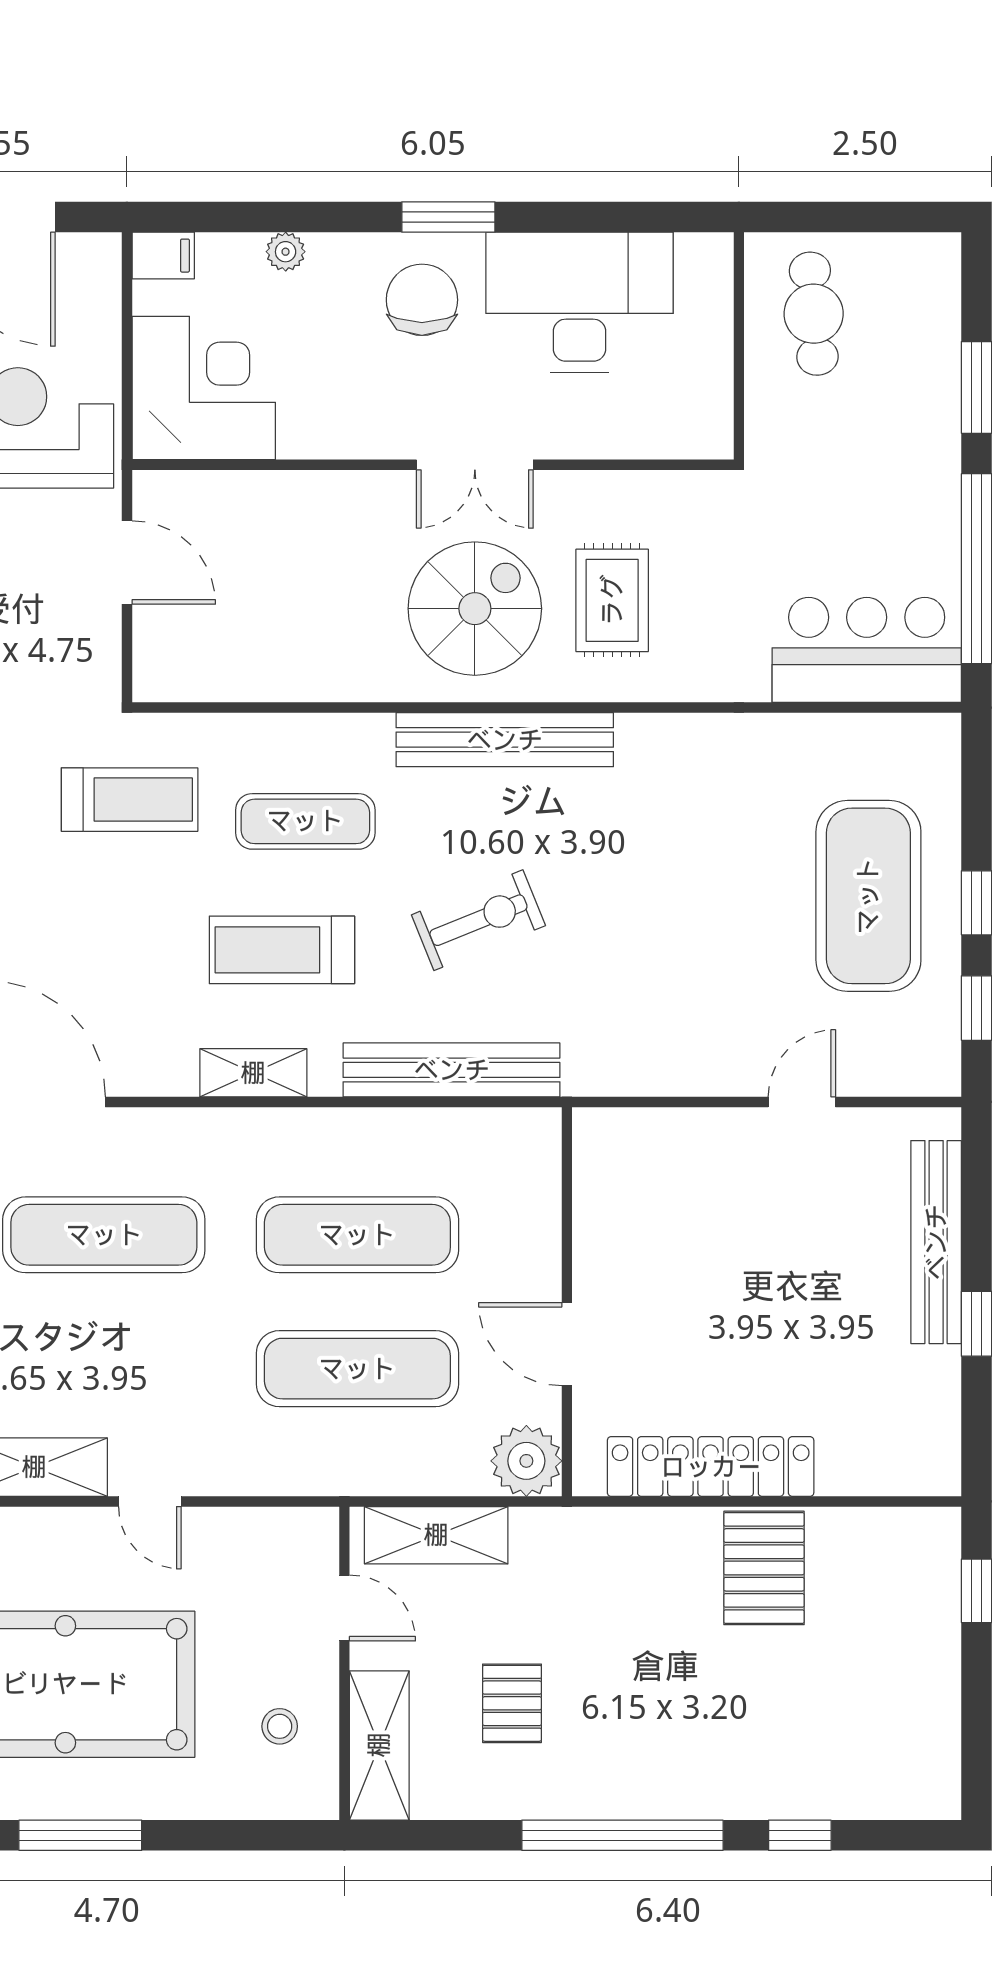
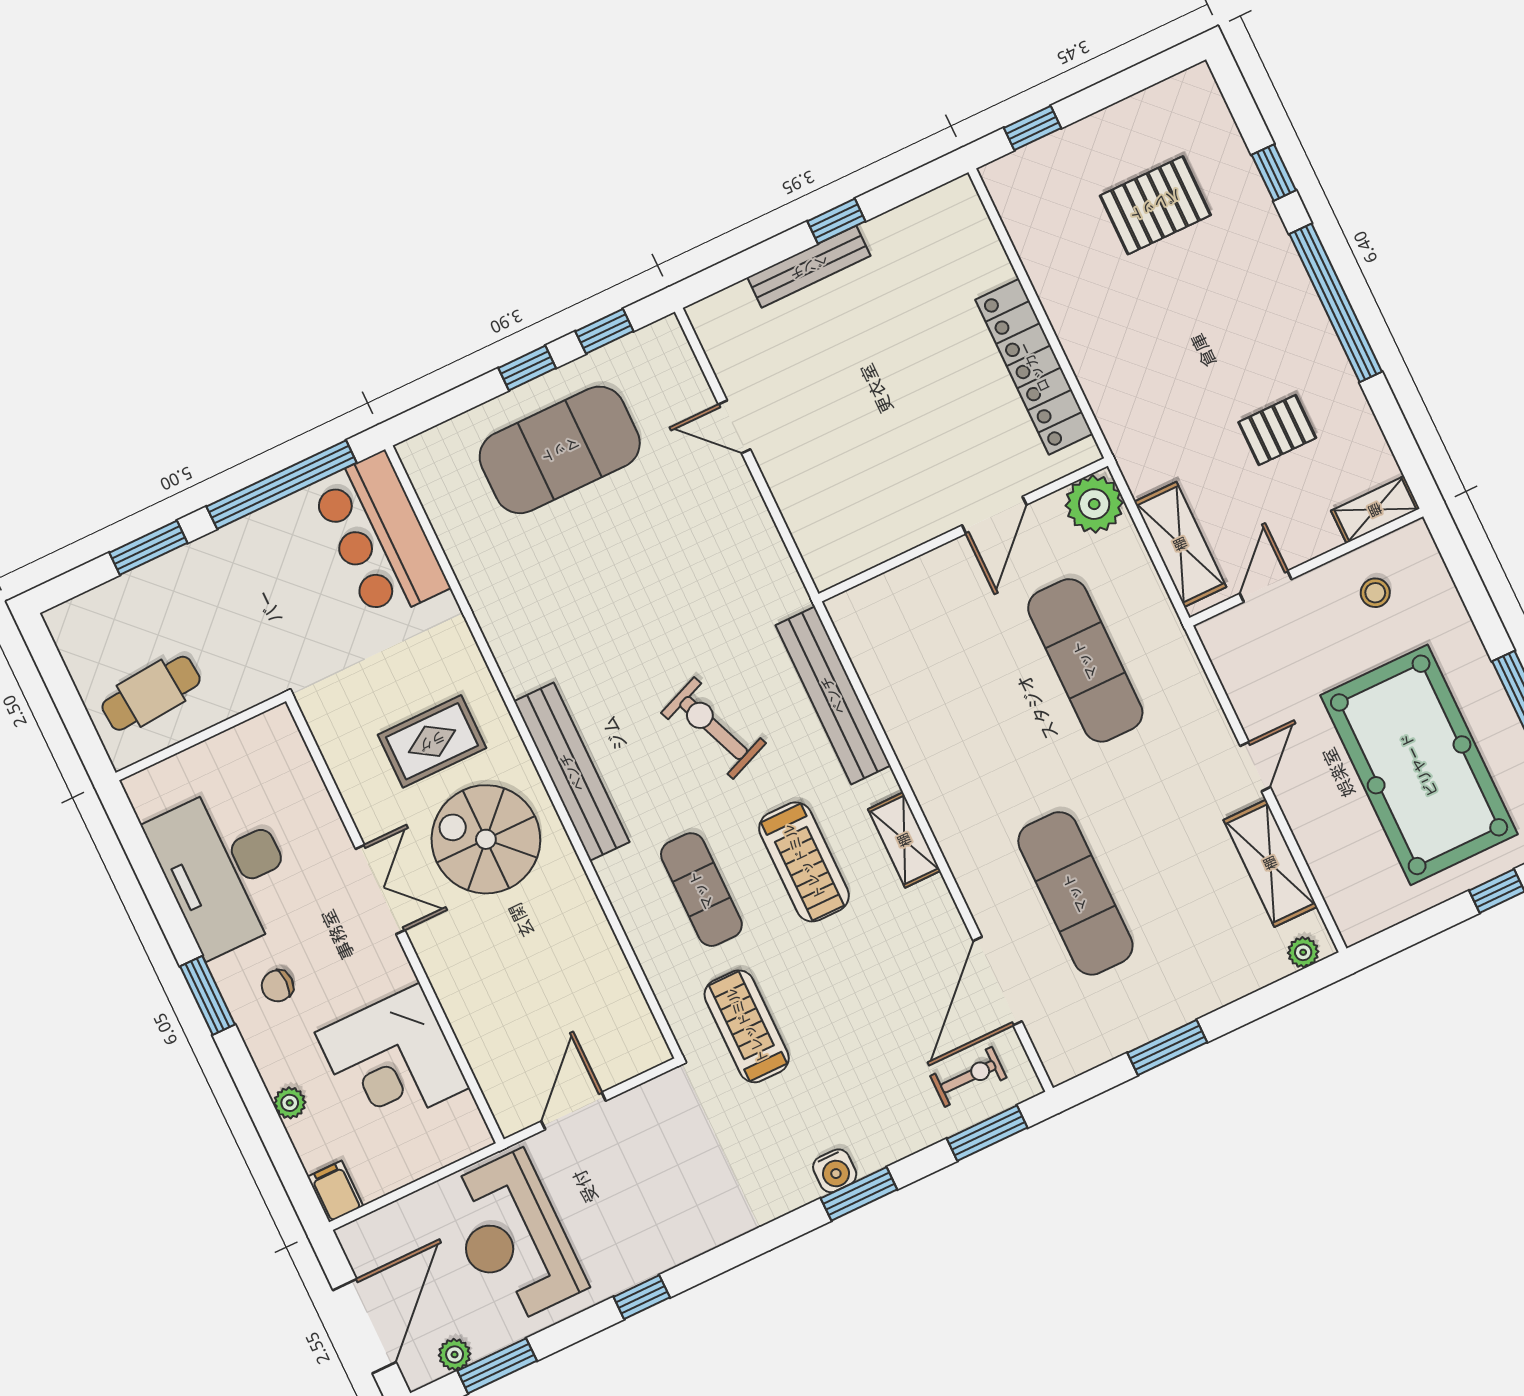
chair: (422, 300) -> (277, 986), width x0.54, depth x0.54
corner desk: (204, 388) -> (392, 1060), moved, turned -90
exercise mat: (357, 1235) -> (987, 707), removed
bench: (936, 1242) -> (809, 267), width x0.73, depth x0.82
pallet: (764, 1568) -> (1155, 205), moved
shelving: (379, 1745) -> (1375, 510), width x0.67, depth x0.75

